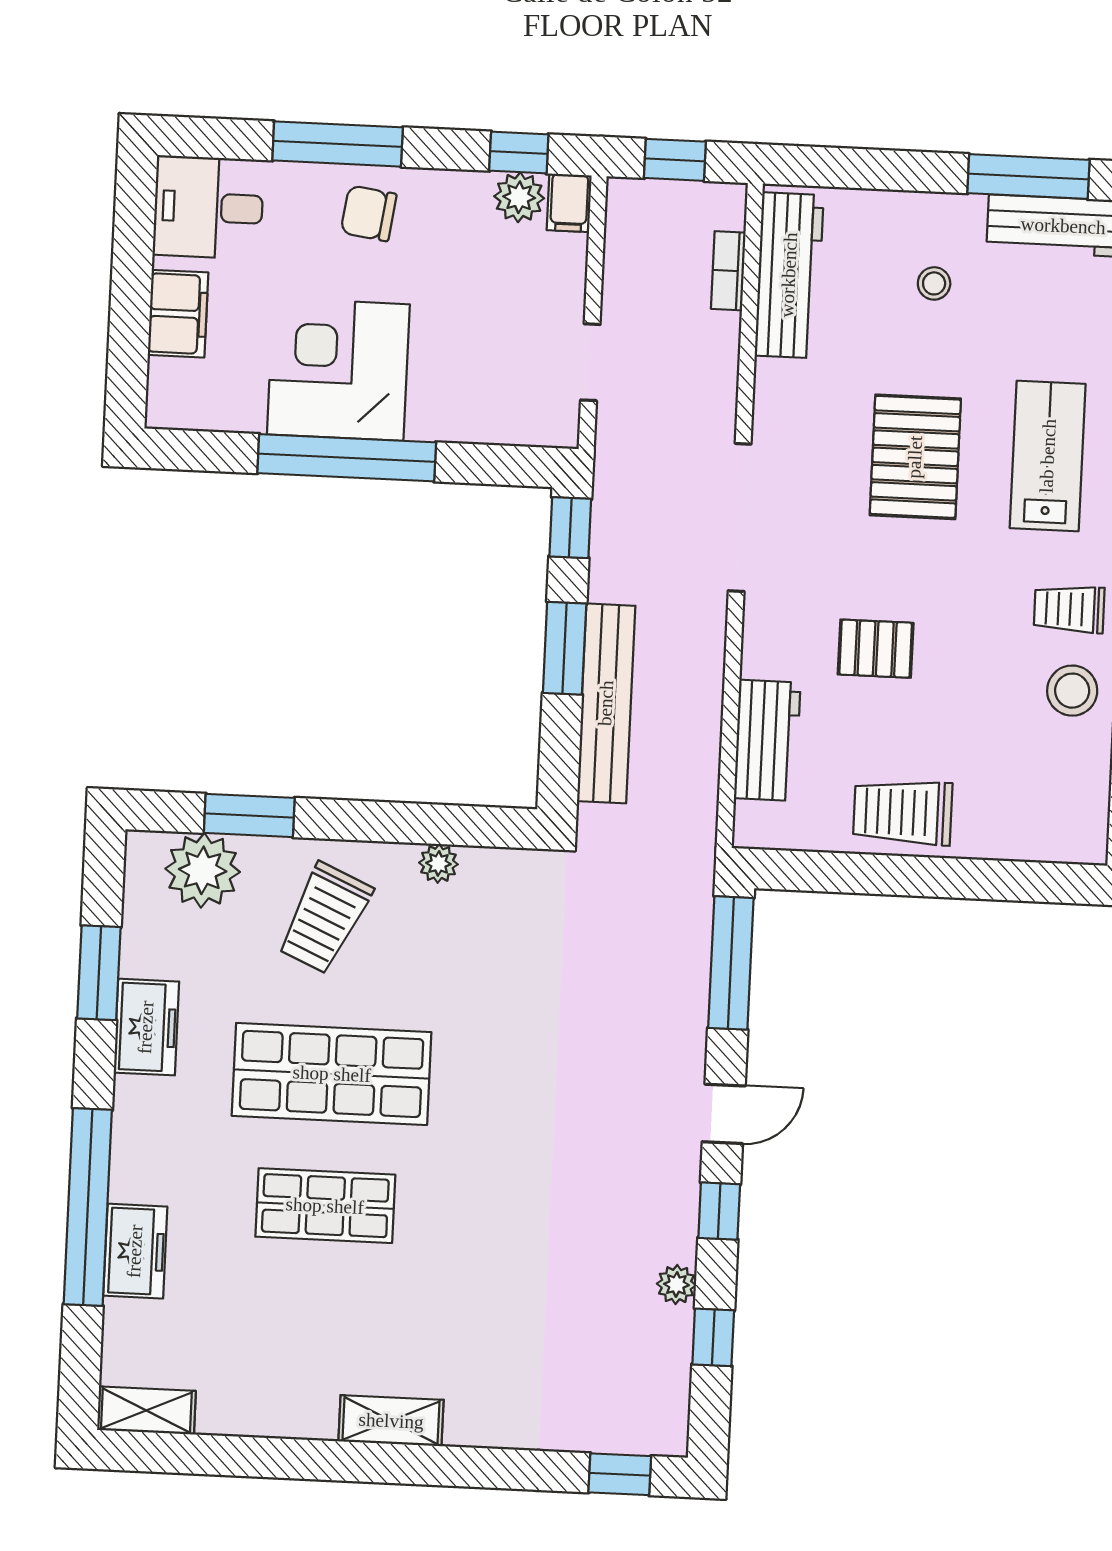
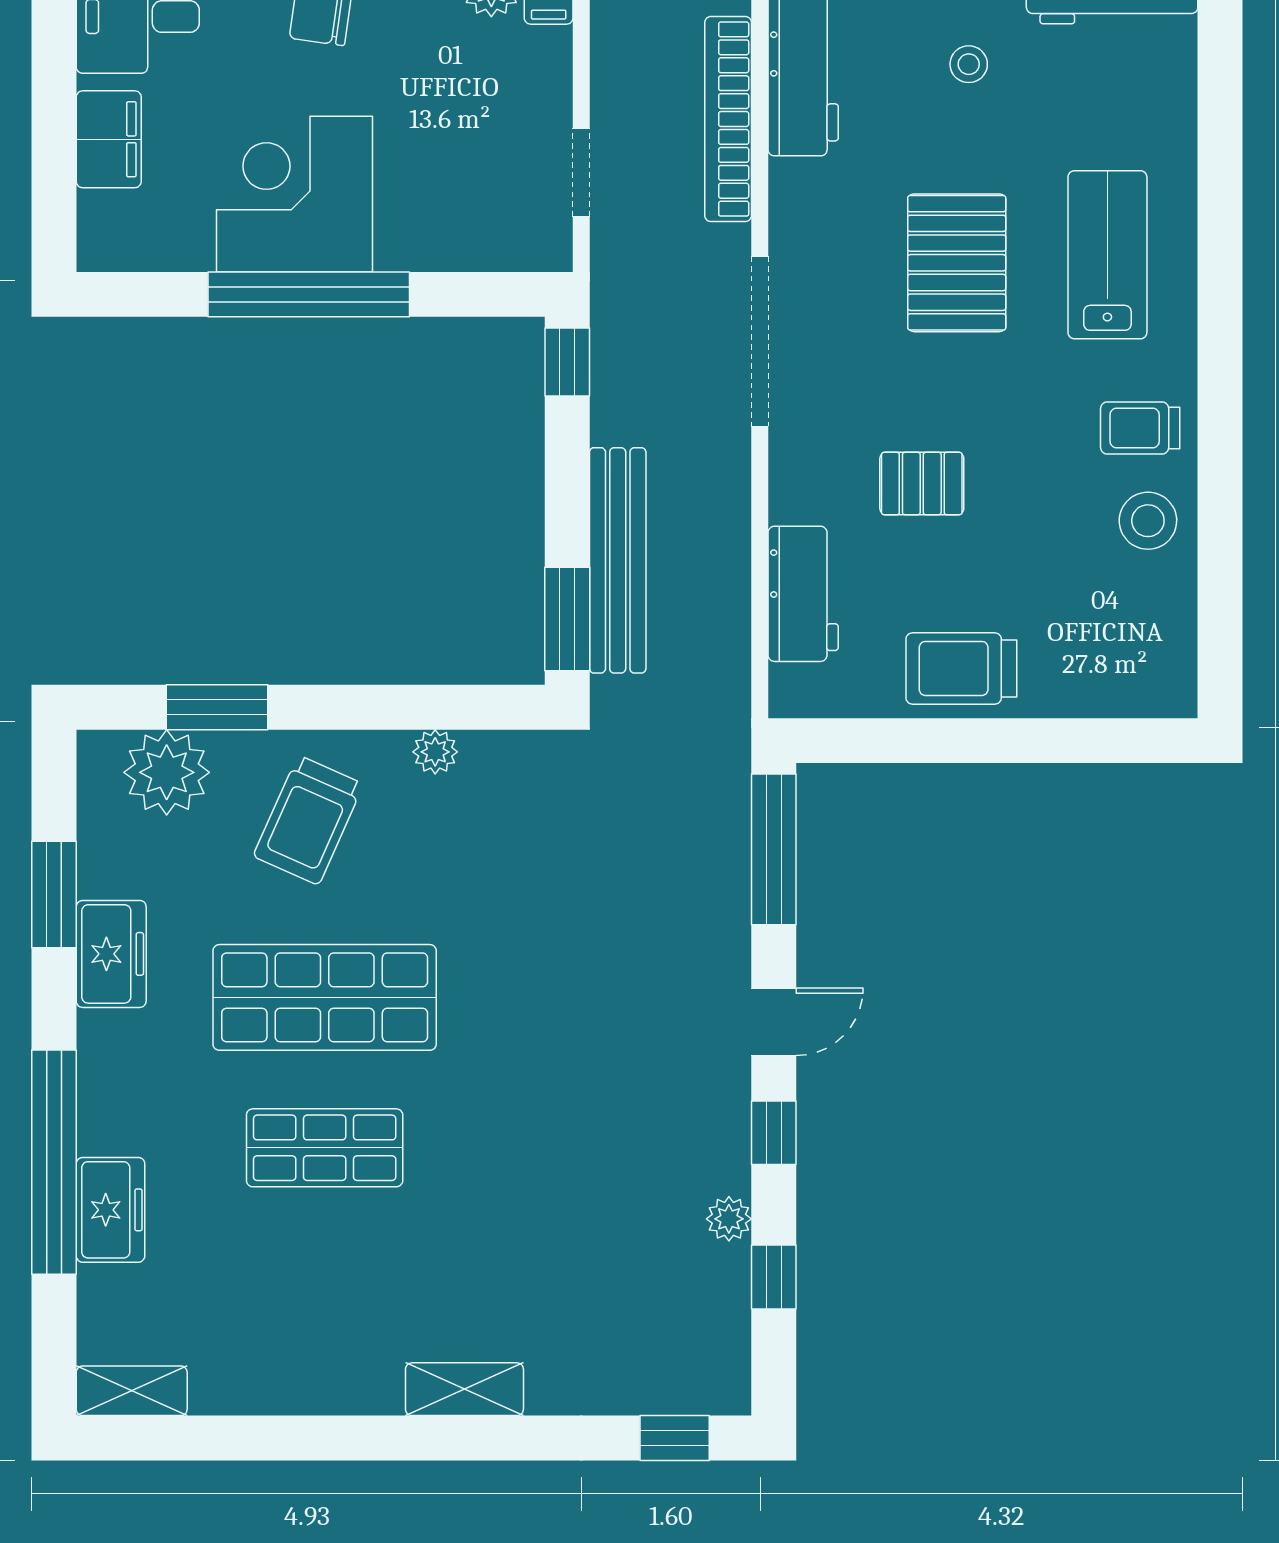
bookcase: (728, 271) -> (728, 119), width x2.31, depth x1.31
window: (565, 648) -> (567, 619), moved
shelving: (391, 1421) -> (464, 1389), moved

